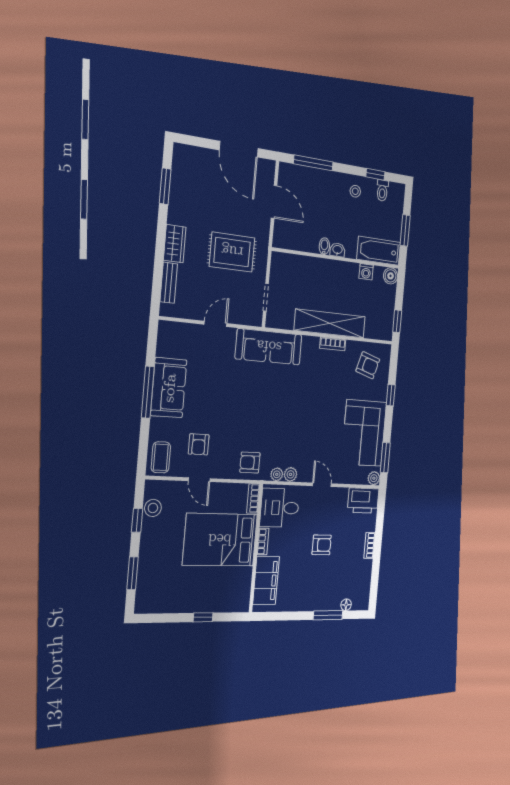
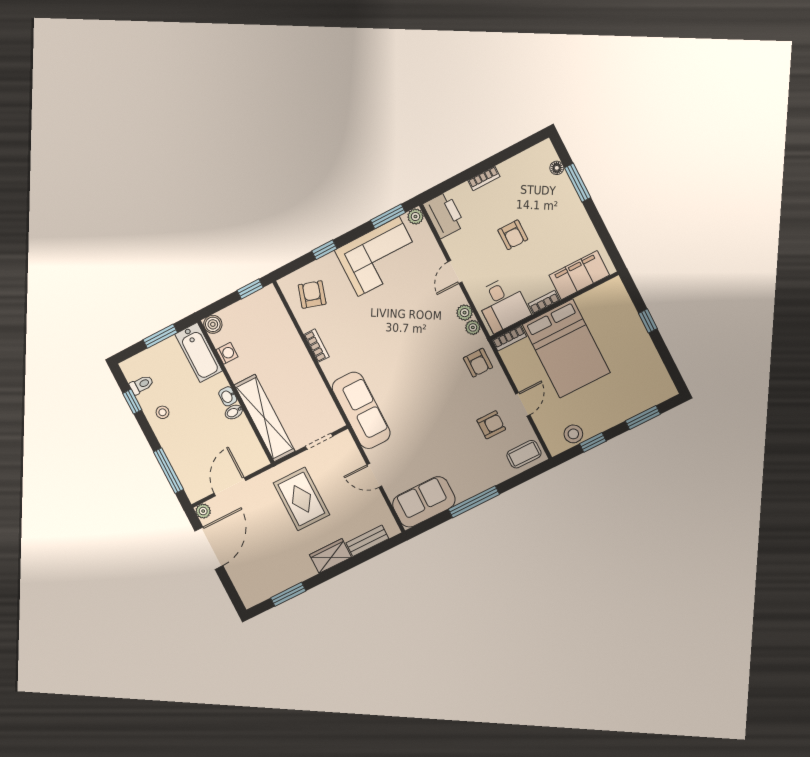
plant: (269, 167) -> (203, 511), added
shelving: (330, 323) -> (265, 418), moved
sofa: (169, 388) -> (424, 502), moved
armchair: (322, 545) -> (513, 235), turned 180

